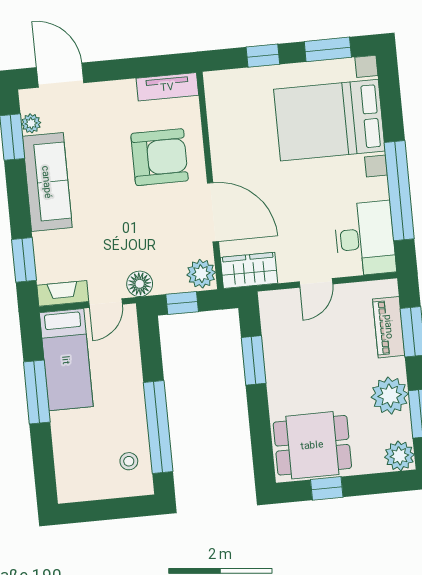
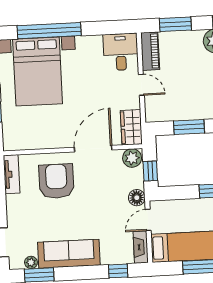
window: (399, 191) -> (49, 31), moved
desk: (365, 239) -> (121, 52), width x0.73
window: (24, 260) -> (118, 271), width x0.67
door: (106, 303) -> (148, 220), swing flipped
piano: (389, 327) -> (150, 51), moved, turned -90

